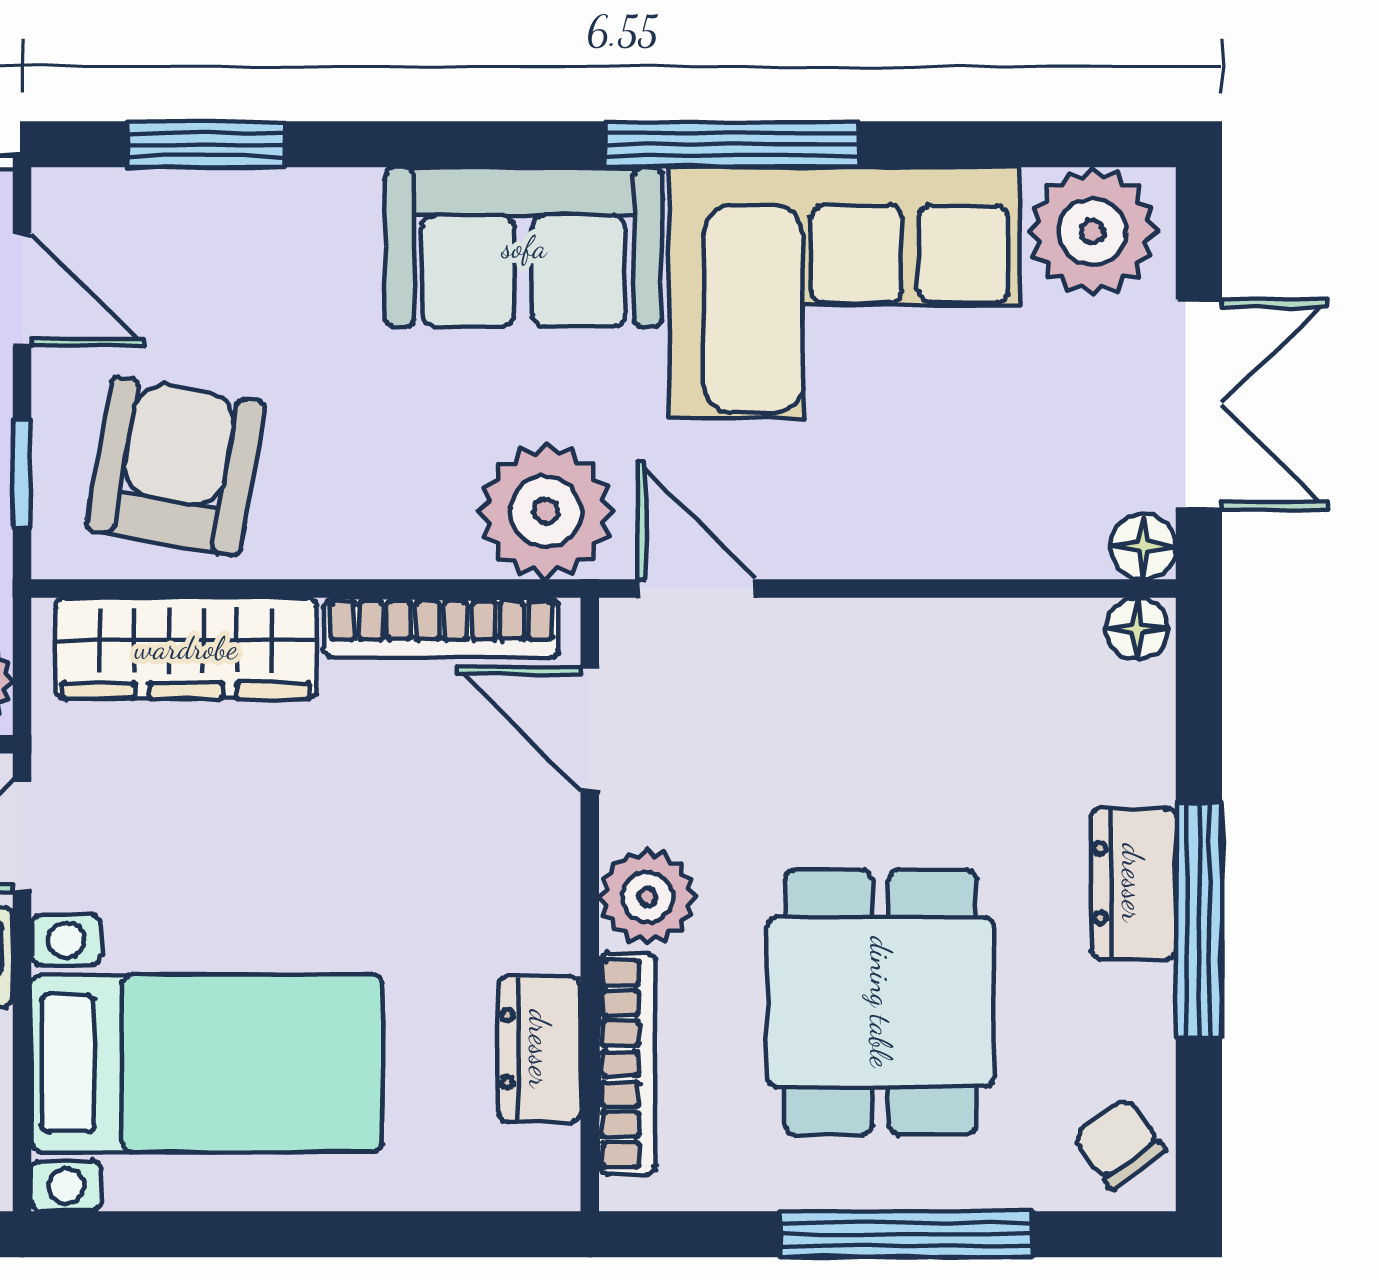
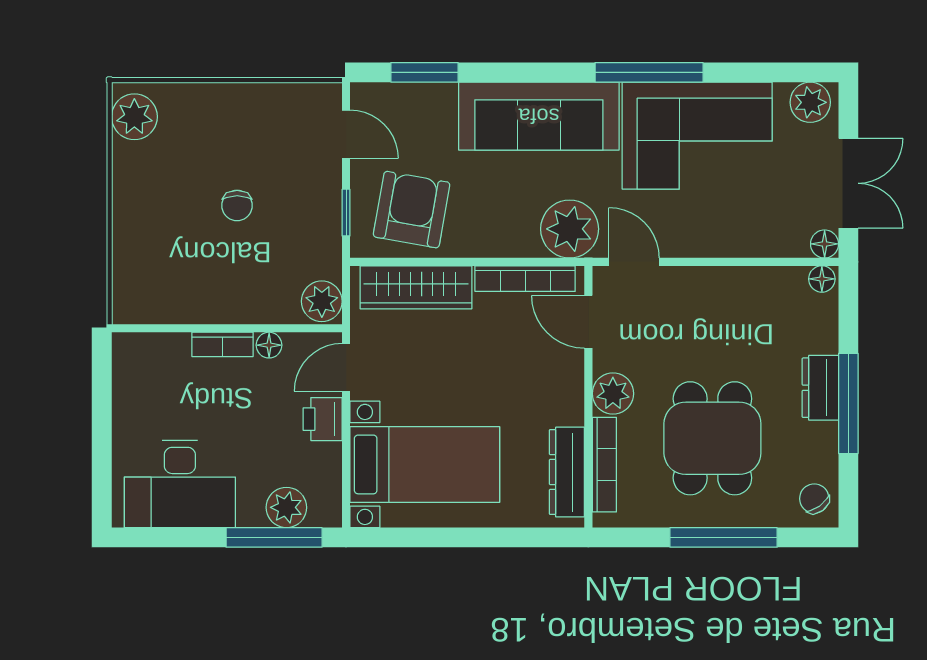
plant: (1092, 232) -> (810, 102), width x0.73, depth x0.73
sofa: (524, 247) -> (539, 116), width x1.36
dresser: (540, 1049) -> (567, 472), width x1.44

